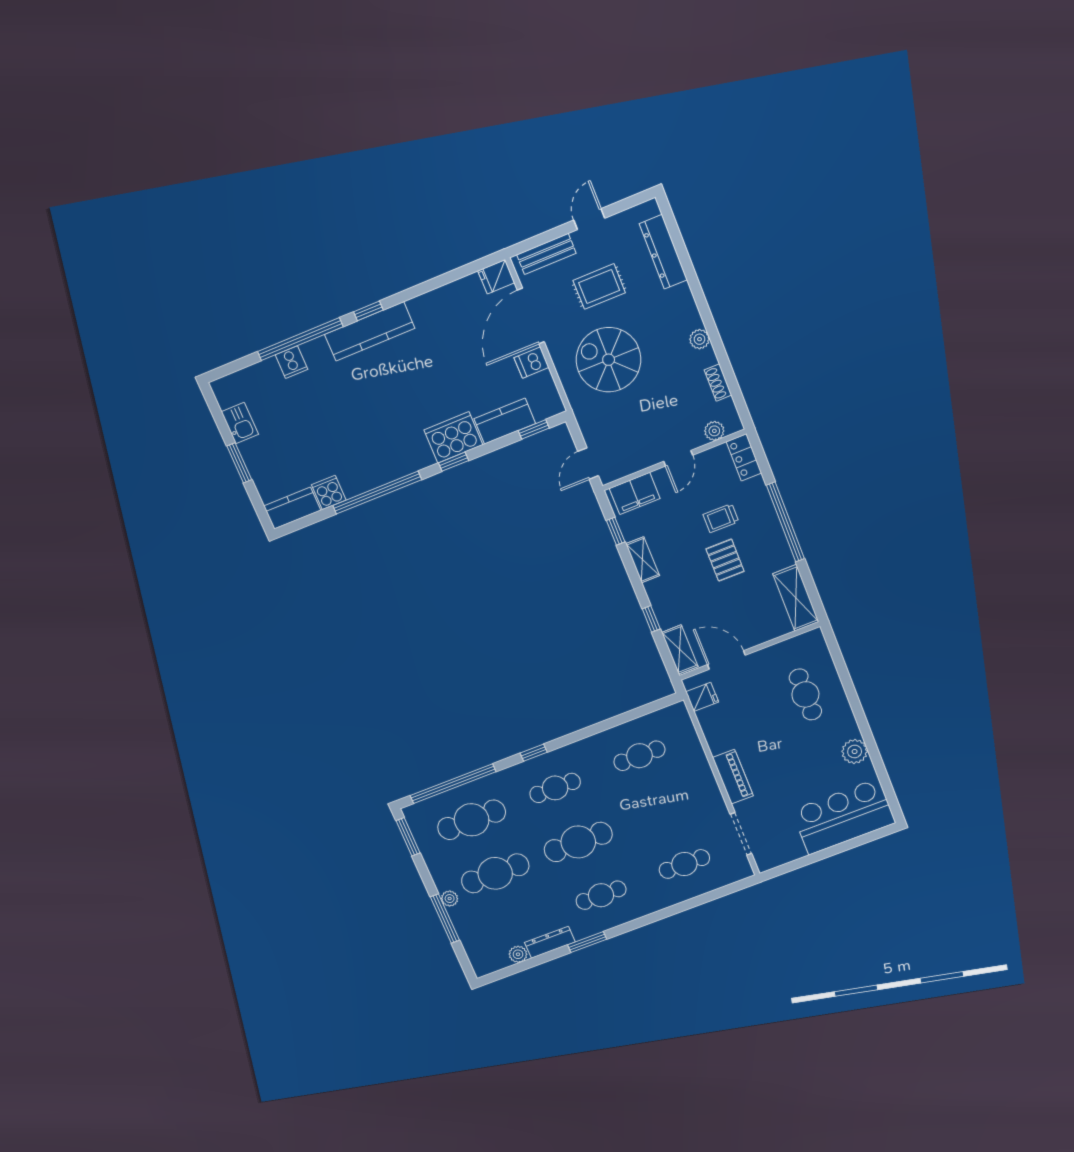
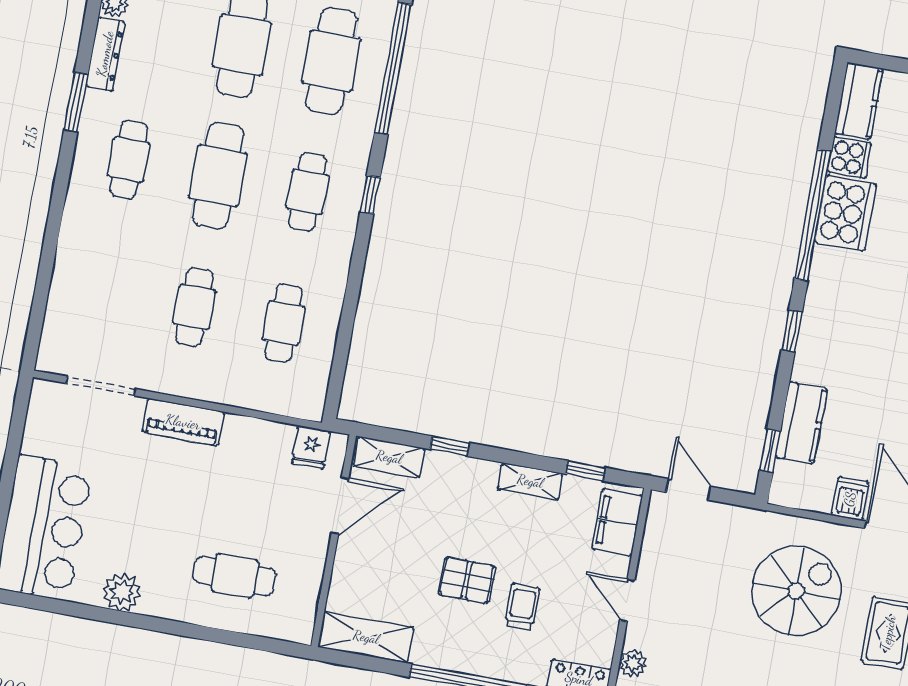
cooker: (453, 437) -> (846, 213), moved
cafe table: (684, 864) -> (194, 307), moved

